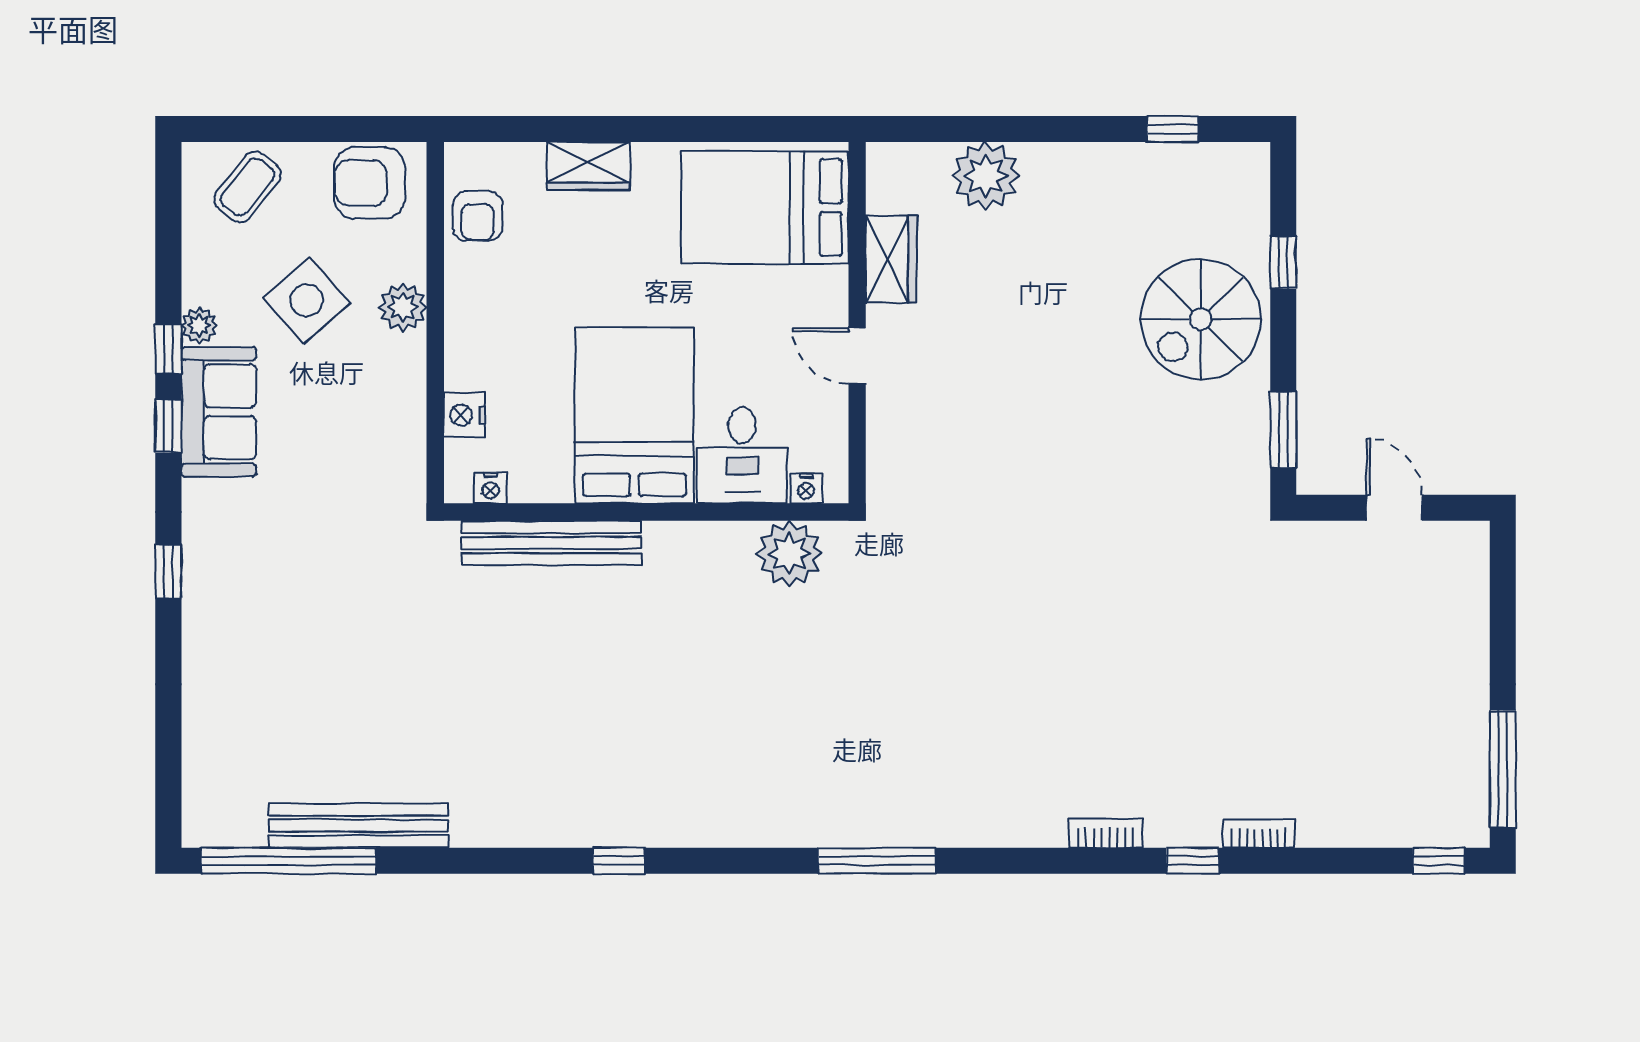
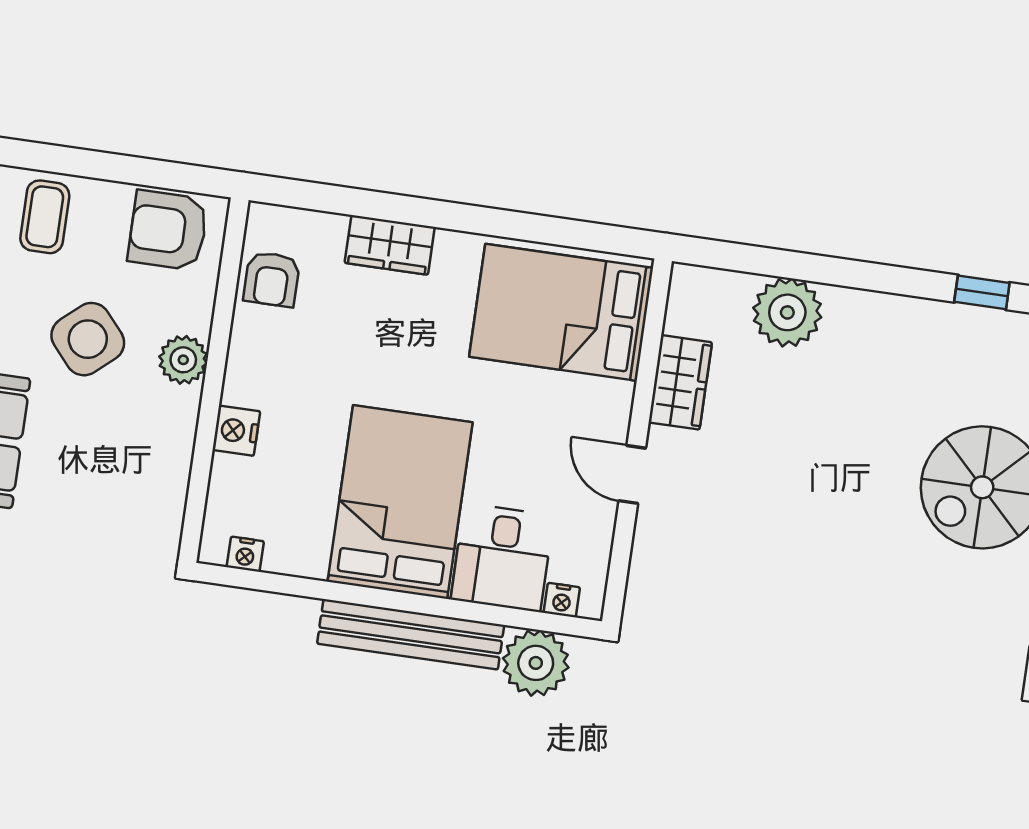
coffee table: (247, 187) -> (45, 217), turned -39
nightstand: (464, 415) -> (236, 431), moved
bench: (551, 543) -> (411, 634), moved

